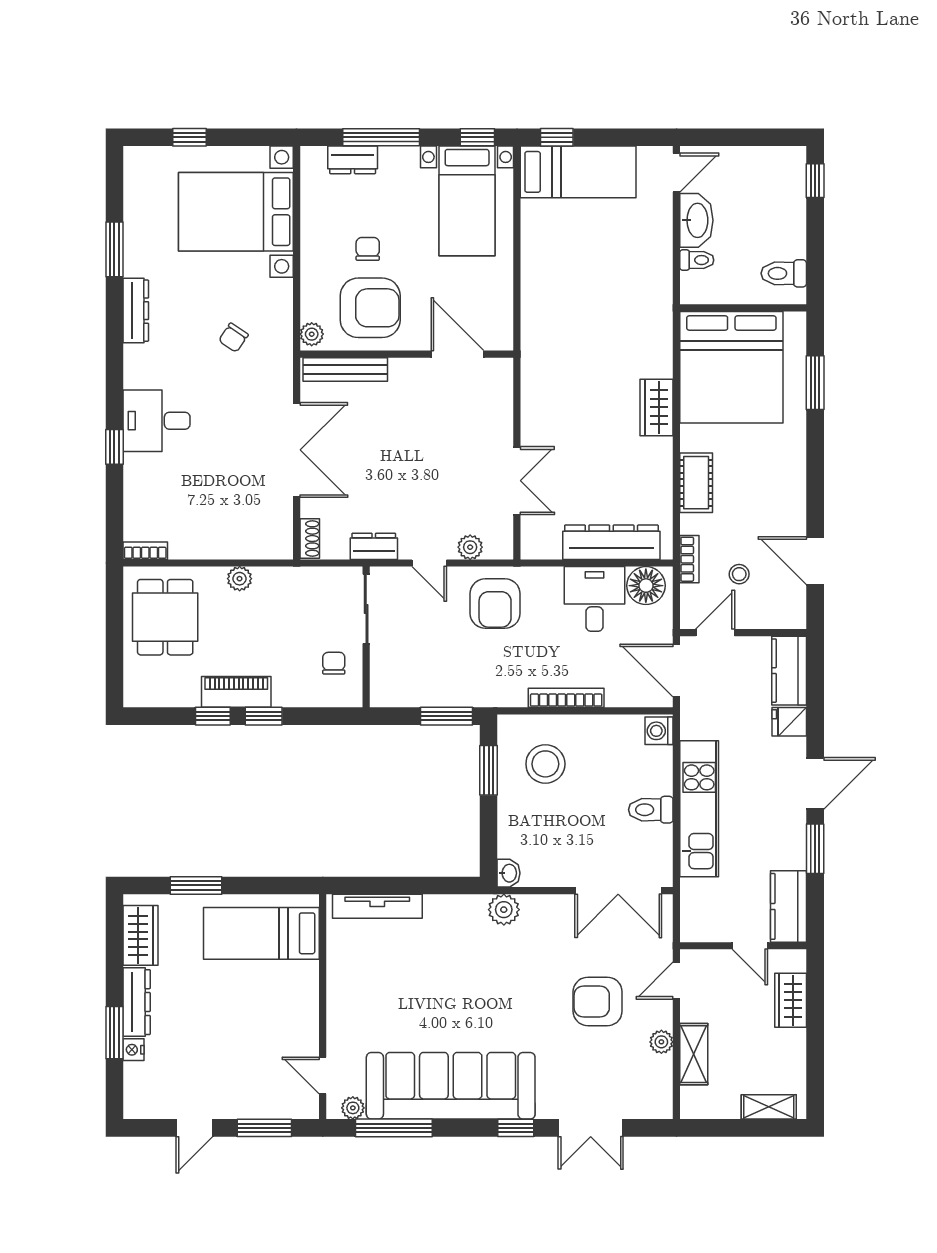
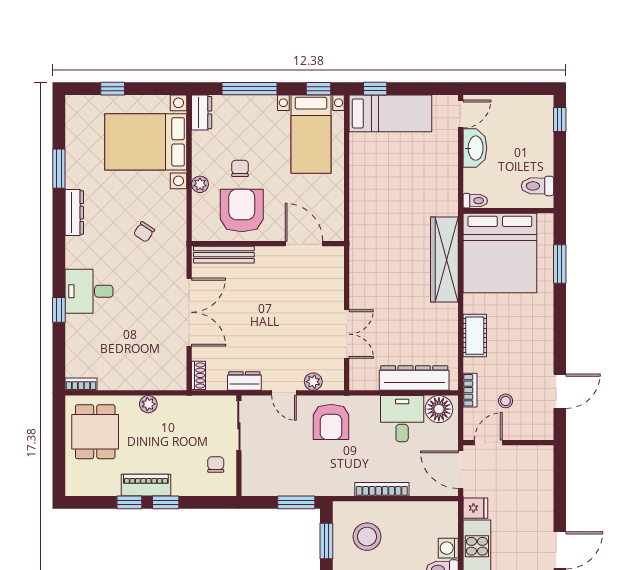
dresser: (353, 160) -> (202, 113), moved, turned -90
toilet: (697, 260) -> (475, 201), moved
armchair: (370, 308) -> (242, 211), turned -90
plant: (312, 334) -> (200, 184), moved
wardrobe: (657, 407) -> (444, 259), width x2.10, depth x1.17
door: (815, 561) -> (560, 391), swing flipped
kitchen counter: (789, 671) -> (541, 470), removed
fridge: (789, 722) -> (475, 508), moved, turned 180
washing machine: (659, 731) -> (448, 548), moved

